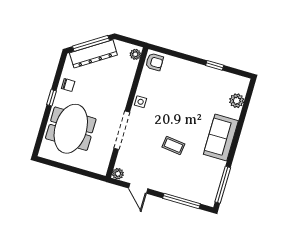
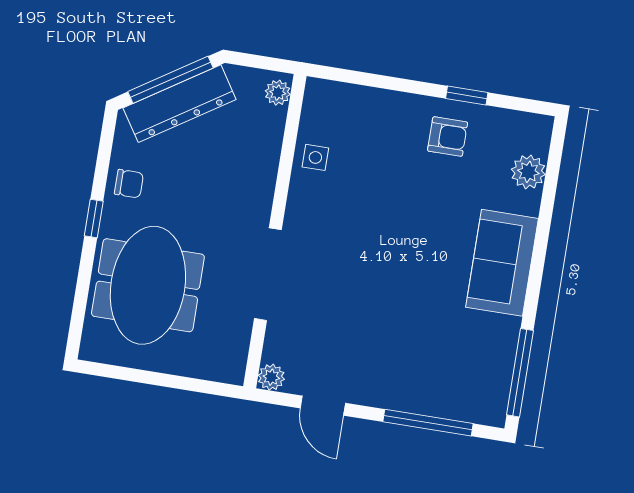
armchair: (154, 62) -> (448, 137), moved
side table: (141, 102) -> (315, 157), moved
coffee table: (173, 145) -> (393, 295), removed

